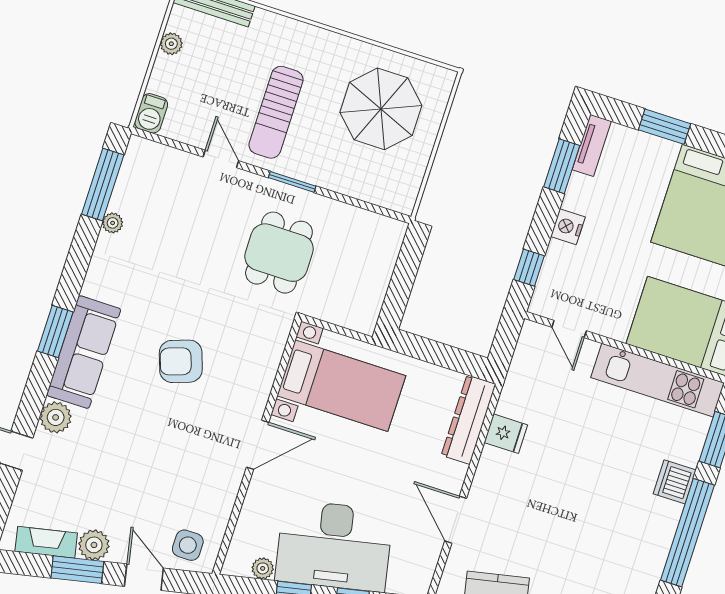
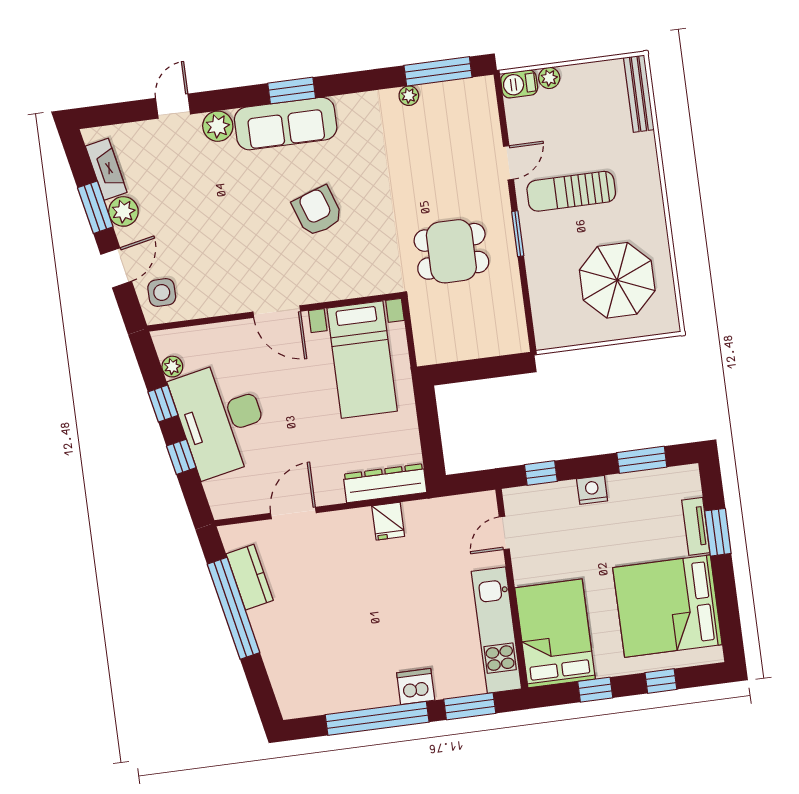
plant: (171, 44) -> (549, 78), moved
tv unit: (592, 145) -> (696, 526), moved, turned 90

